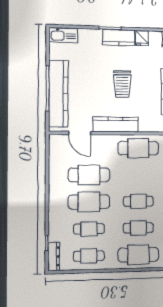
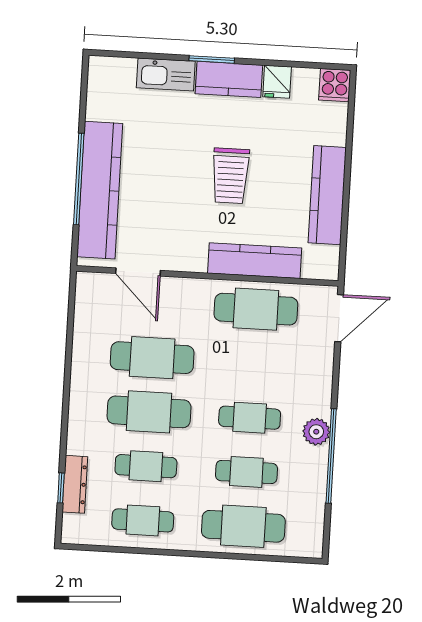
kitchen sink: (63, 35) -> (166, 74), moved
kitchen counter: (116, 125) -> (255, 261), moved
dresser: (54, 257) -> (75, 484), moved

